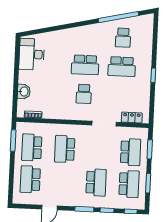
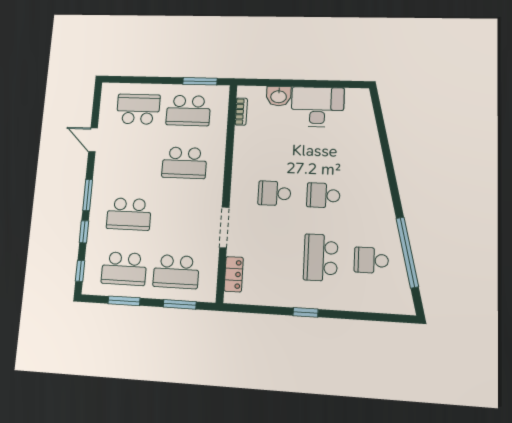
desk: (32, 54) -> (317, 107), moved
school desk: (85, 65) -> (323, 195), width x0.54
school desk: (32, 147) -> (188, 110), turned 180
school desk: (65, 149) -> (184, 163), turned 180

